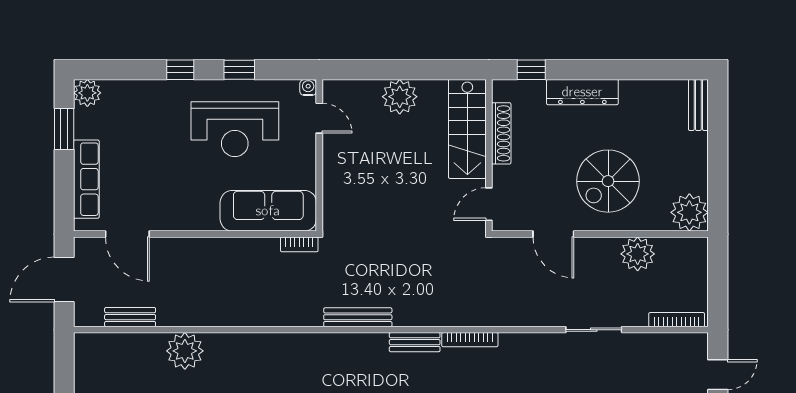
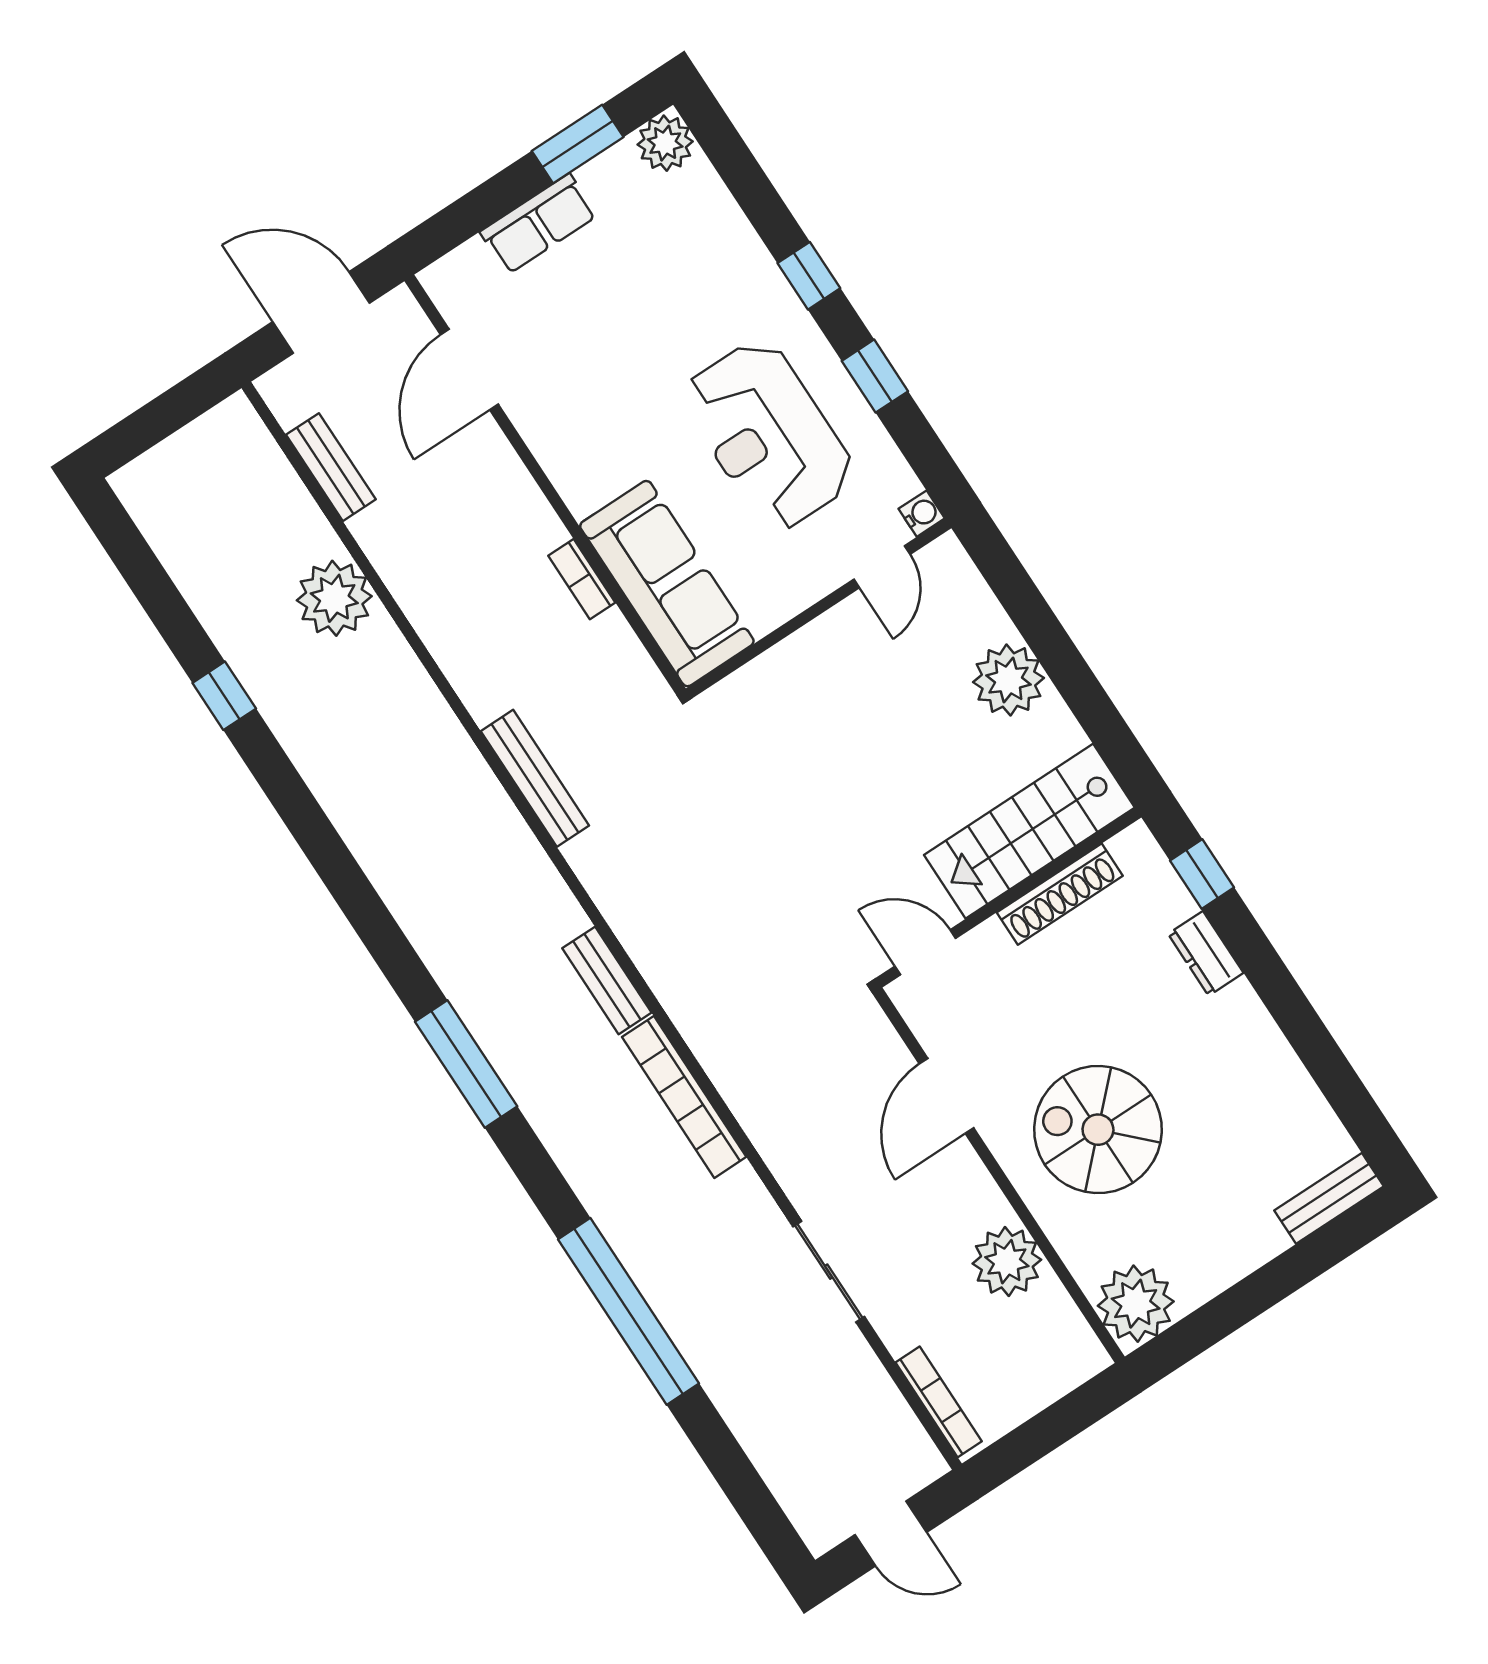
dresser: (582, 92) -> (1206, 953), width x0.51, depth x0.80
row of seats: (86, 179) -> (539, 224), width x0.68
bookcase: (299, 244) -> (582, 579), moved
bench: (358, 317) -> (535, 778), moved
bookcase: (470, 340) -> (684, 1097), width x1.48, depth x1.31

